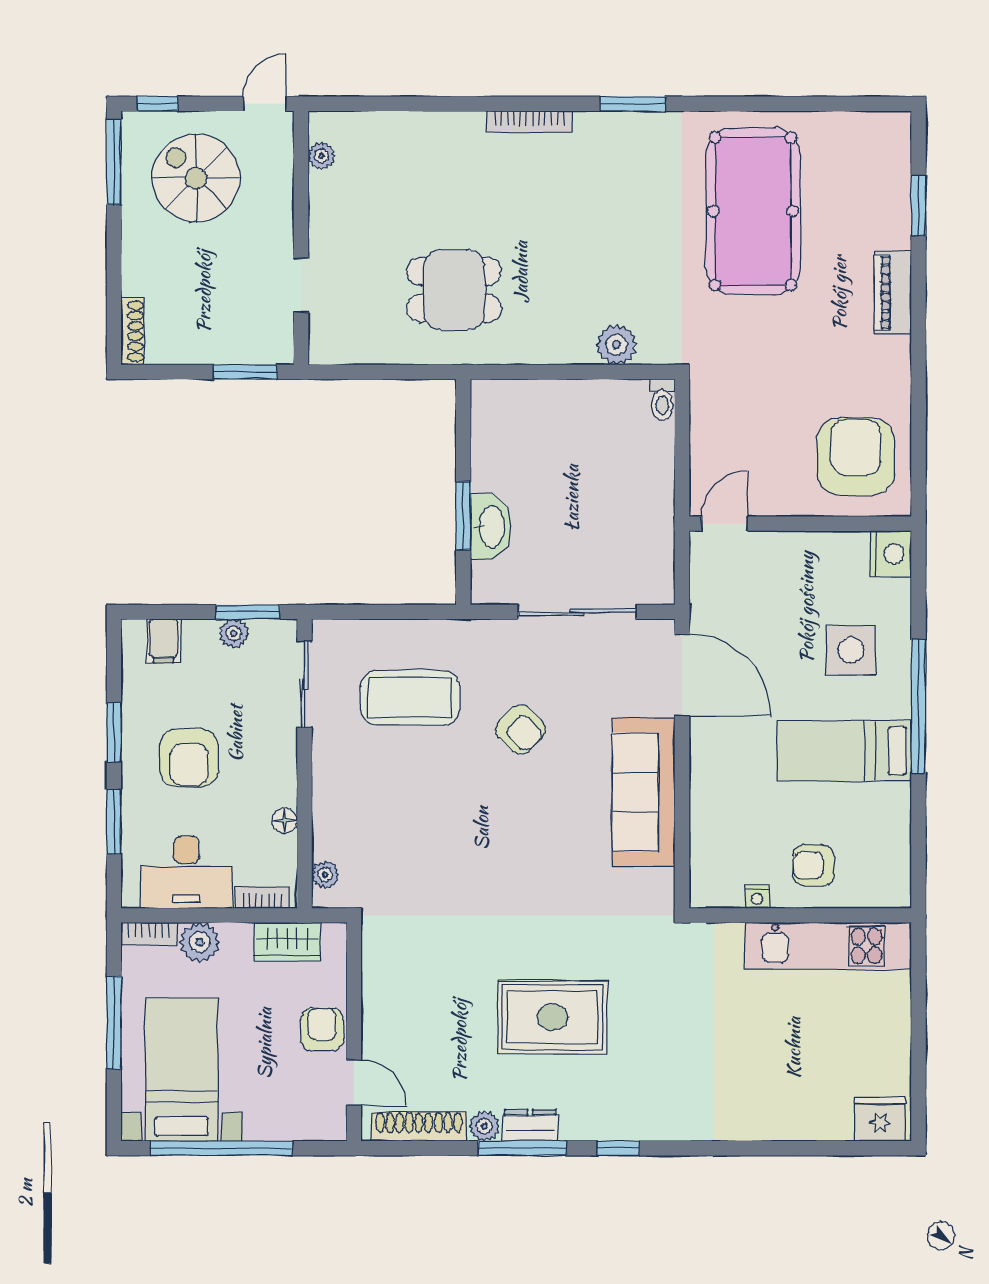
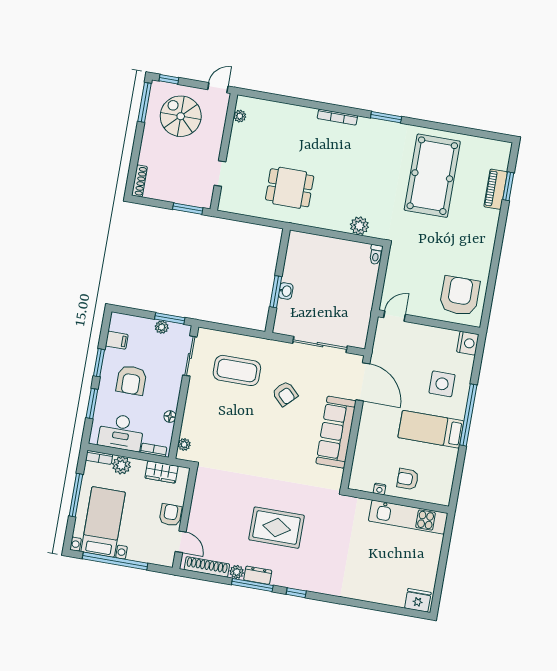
piano: (893, 293) -> (496, 189), moved
washbasin: (491, 526) -> (286, 291), width x0.52, depth x0.69
filing cabinet: (163, 641) -> (117, 340), moved, turned -90

